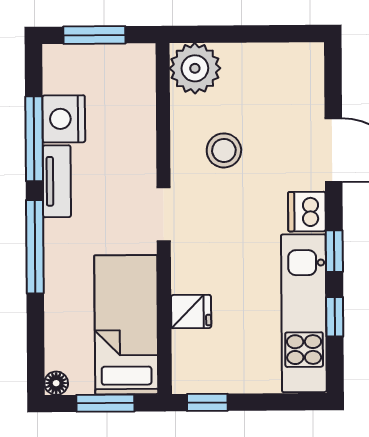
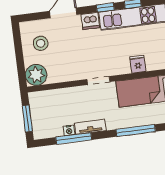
nightstand: (64, 119) -> (69, 130), width x0.53, depth x0.56
stool: (224, 150) -> (41, 43), moved
window: (35, 247) -> (136, 131), moved

